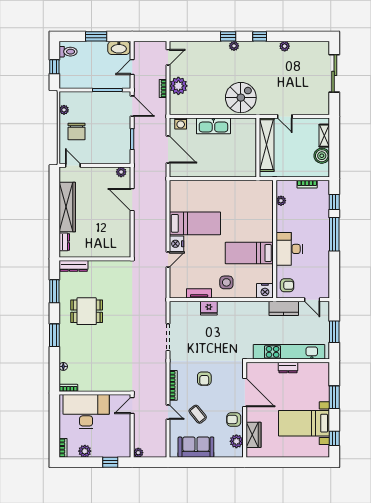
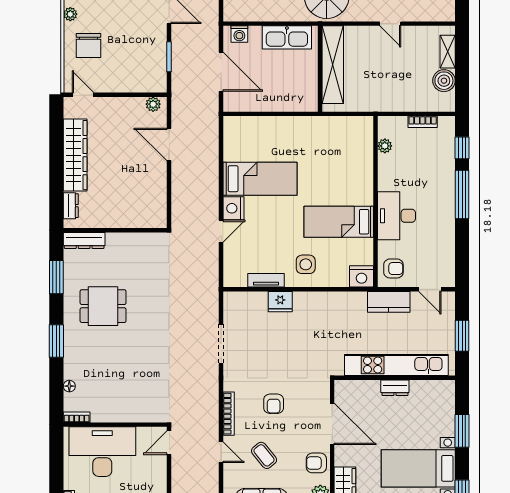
shelving: (267, 145) -> (333, 65), moved
wall: (258, 147) -> (320, 69), moved

